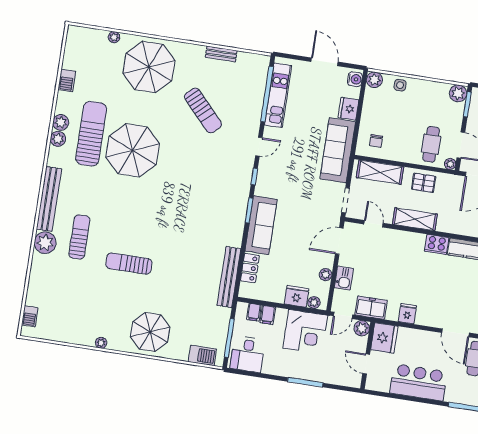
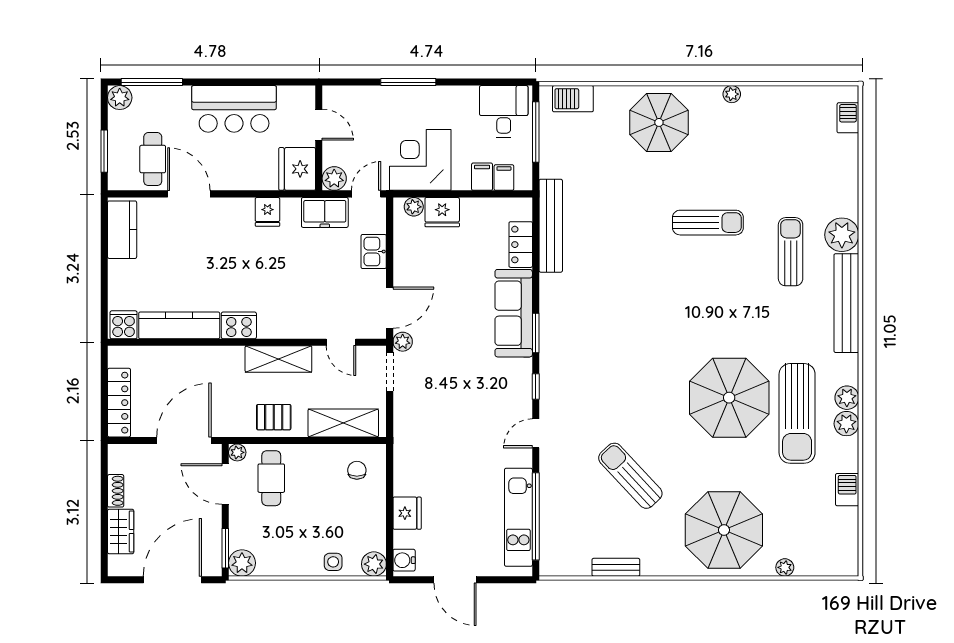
sofa: (338, 150) -> (414, 447), removed
sun lounger: (79, 237) -> (791, 252), turned 180
plant: (326, 275) -> (403, 342), moved

